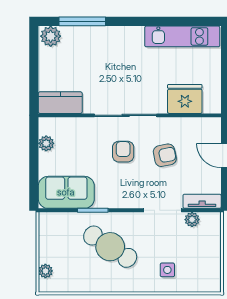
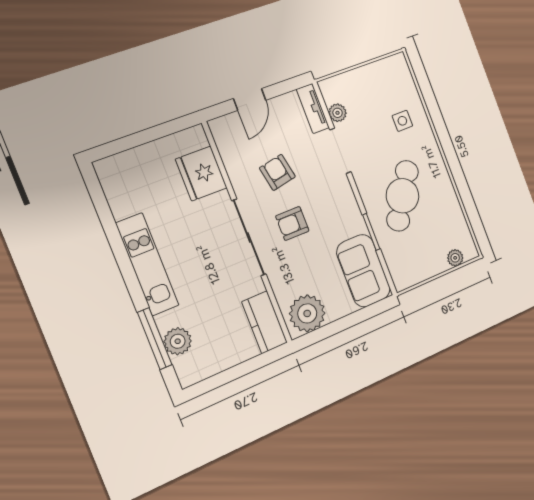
plant: (51, 36) -> (178, 341), moved
kitchen unit: (182, 36) -> (147, 264), moved
plant: (46, 143) -> (307, 313), width x1.88, depth x1.88

